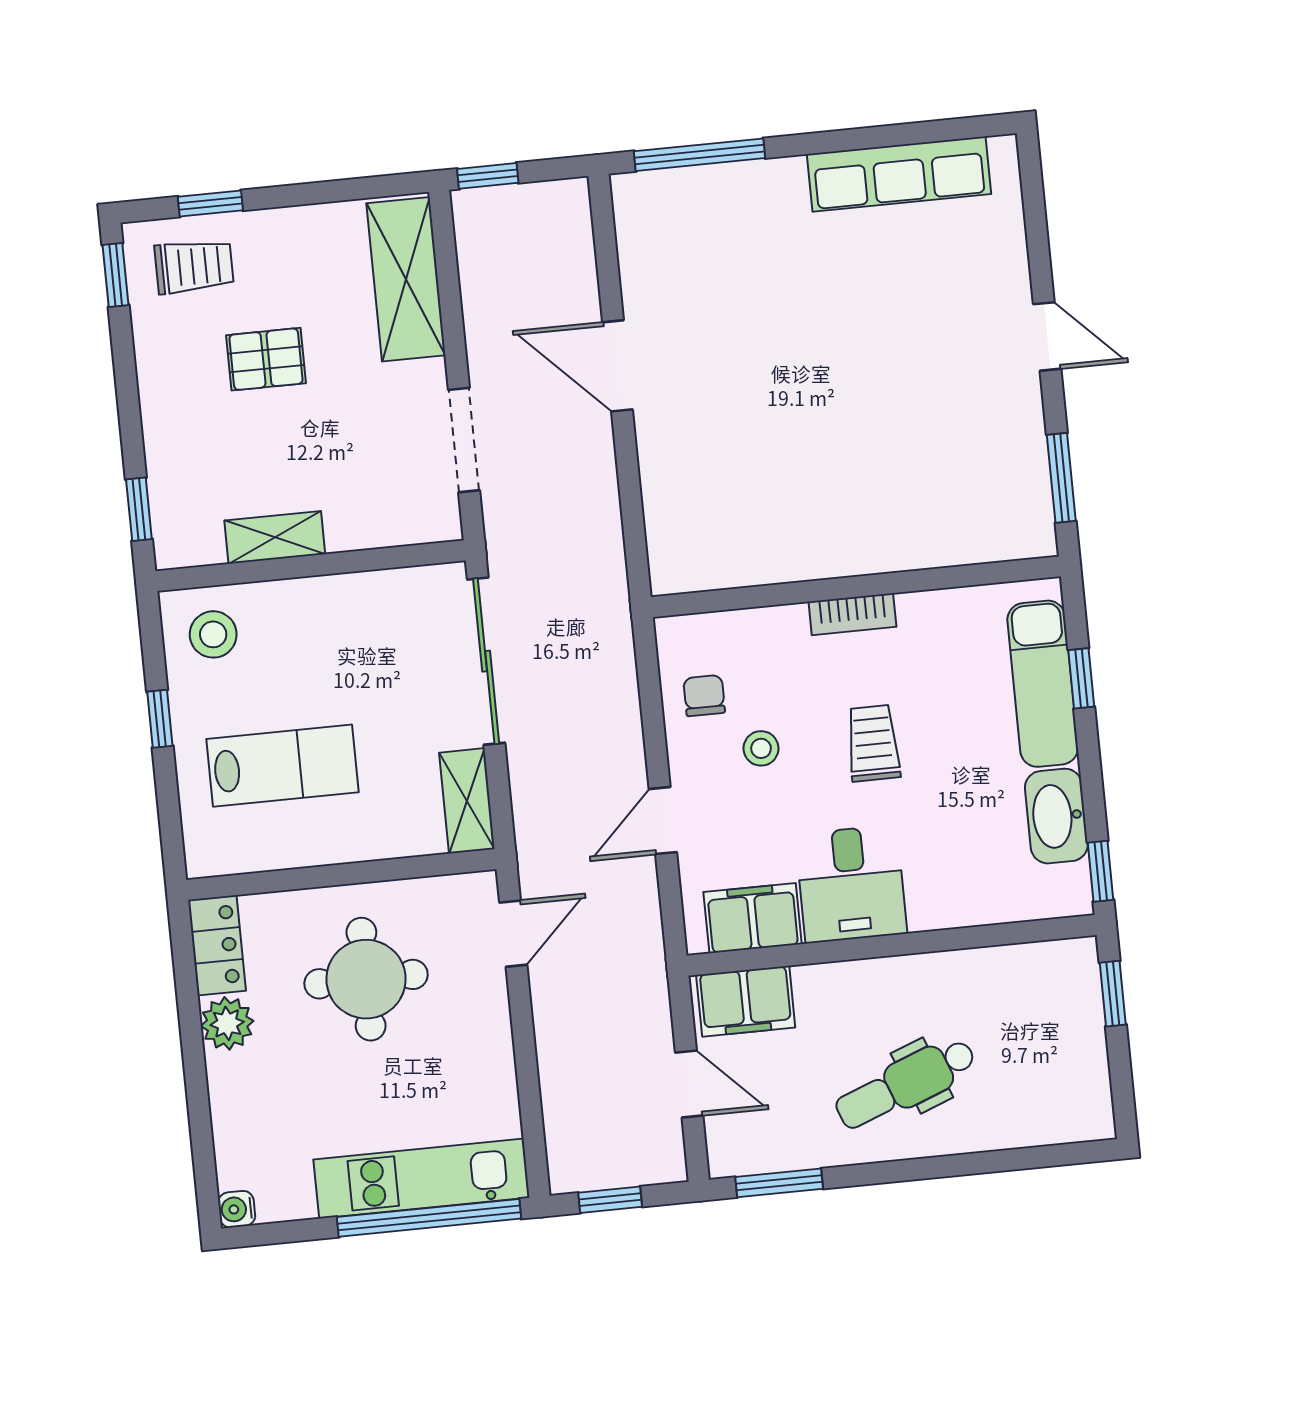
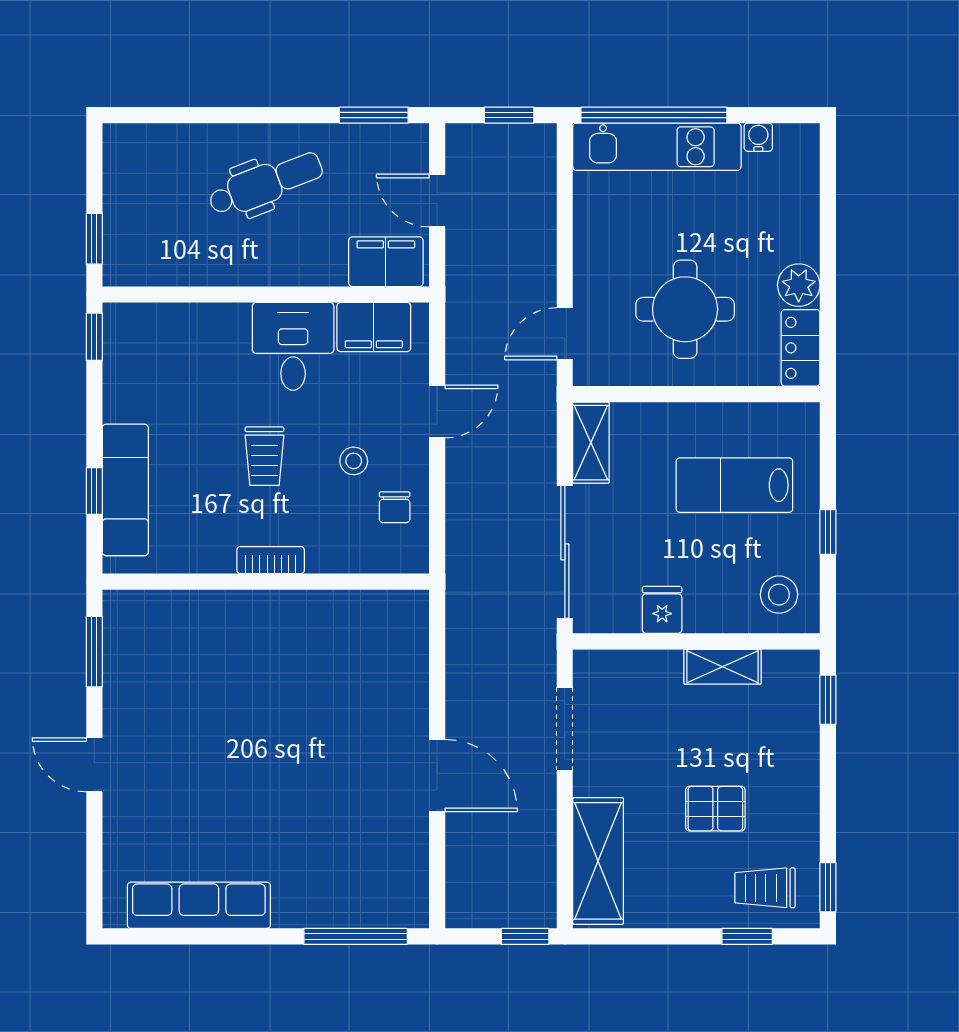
fridge: (357, 601) -> (662, 610), added
washbasin: (1056, 816) -> (125, 384), removed
water cooler: (237, 1209) -> (758, 137), moved, turned -90

